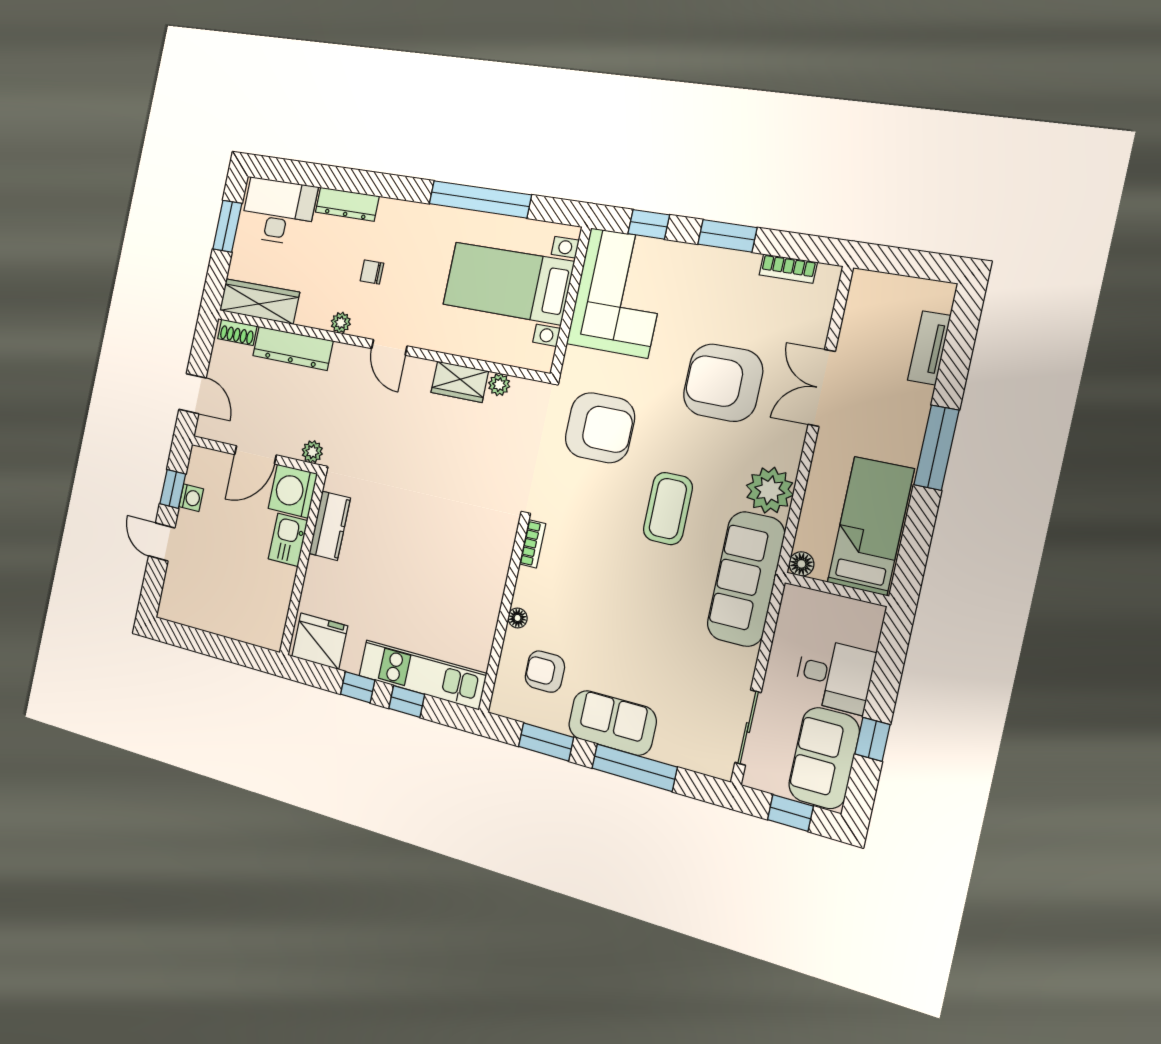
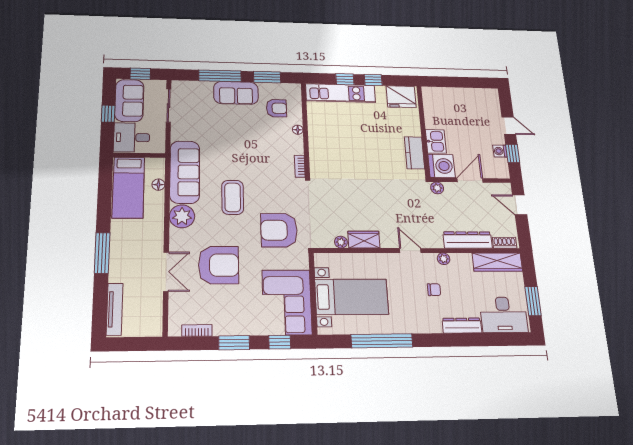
tv unit: (929, 348) -> (115, 309), width x1.41
bed: (871, 526) -> (128, 187), moved
wall: (836, 589) -> (139, 155), moved

